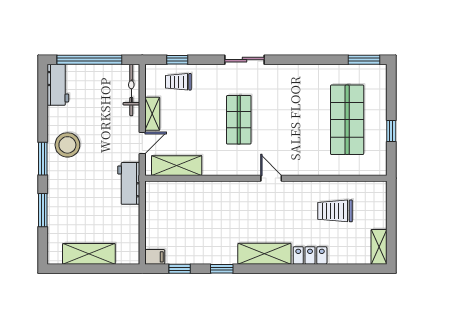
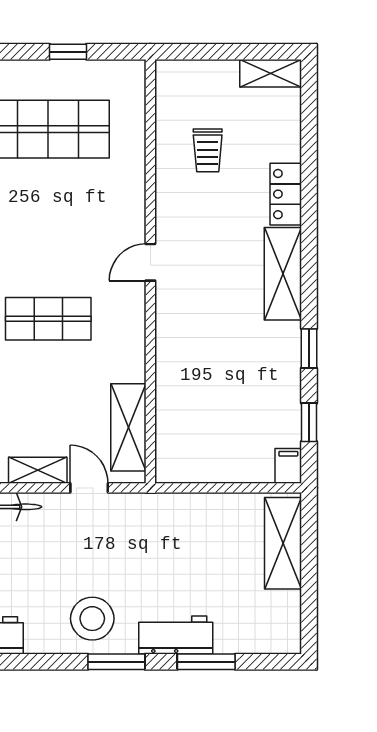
workbench: (129, 183) -> (176, 635), moved, turned 180
trolley: (335, 211) -> (208, 150), width x0.73, depth x0.72
shelving: (89, 254) -> (283, 543), moved

